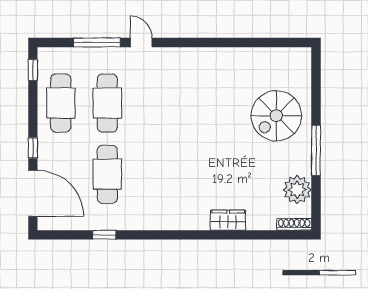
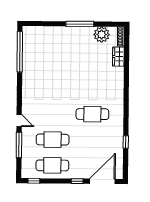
door: (141, 42) -> (19, 120), swing flipped
window: (265, 42) -> (20, 52), added
spiral stairs: (276, 116) -> (60, 46), removed
cafe table: (107, 174) -> (92, 114), moved
wardrobe: (228, 220) -> (118, 57), moved

